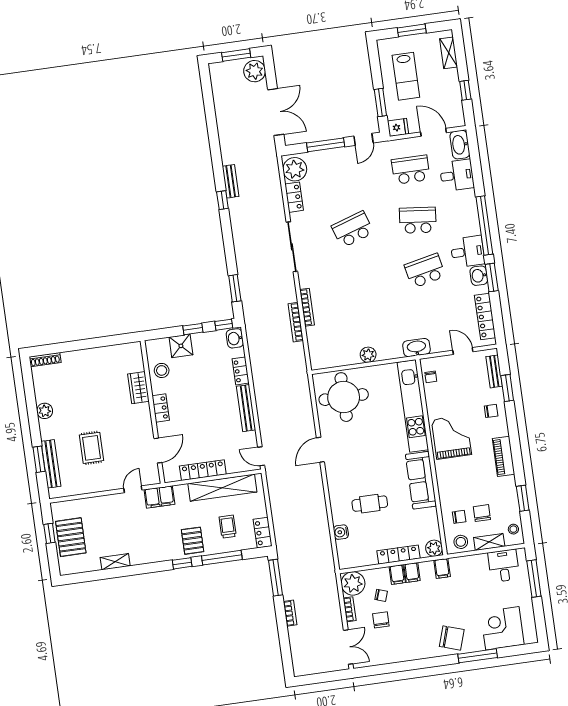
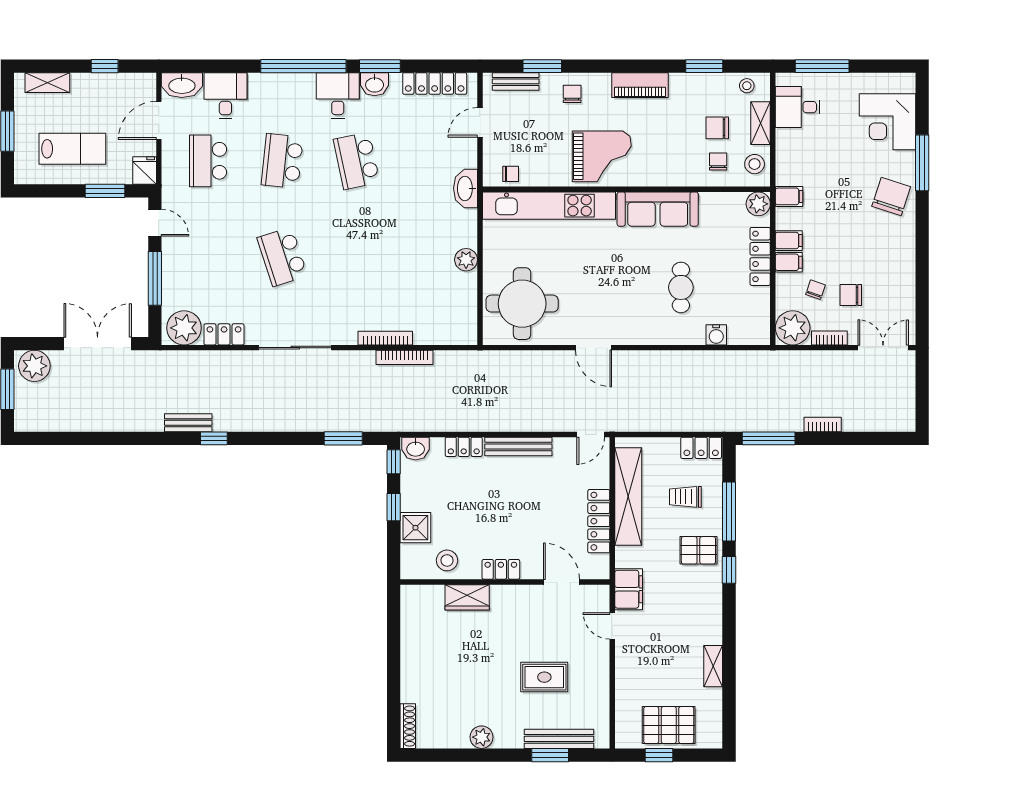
grand piano: (451, 437) -> (602, 156), turned 180

